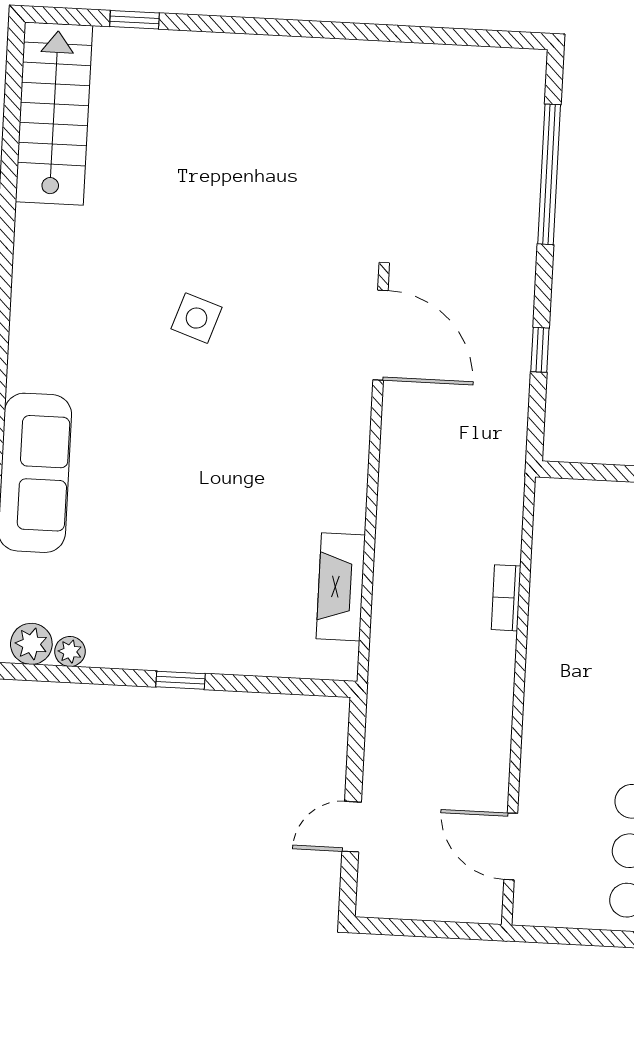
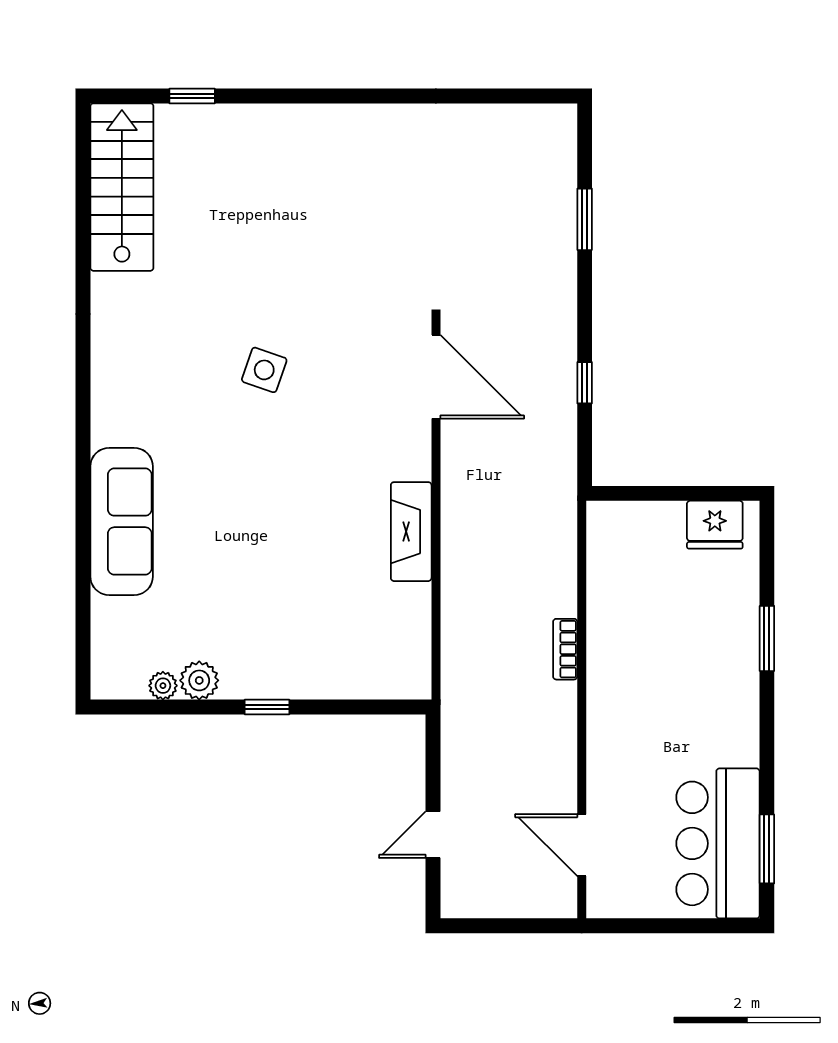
window: (549, 174) -> (585, 219), width x0.47
fireplace: (341, 587) -> (411, 532), moved
bookcase: (506, 598) -> (565, 649), moved
plant: (31, 644) -> (199, 680), moved

